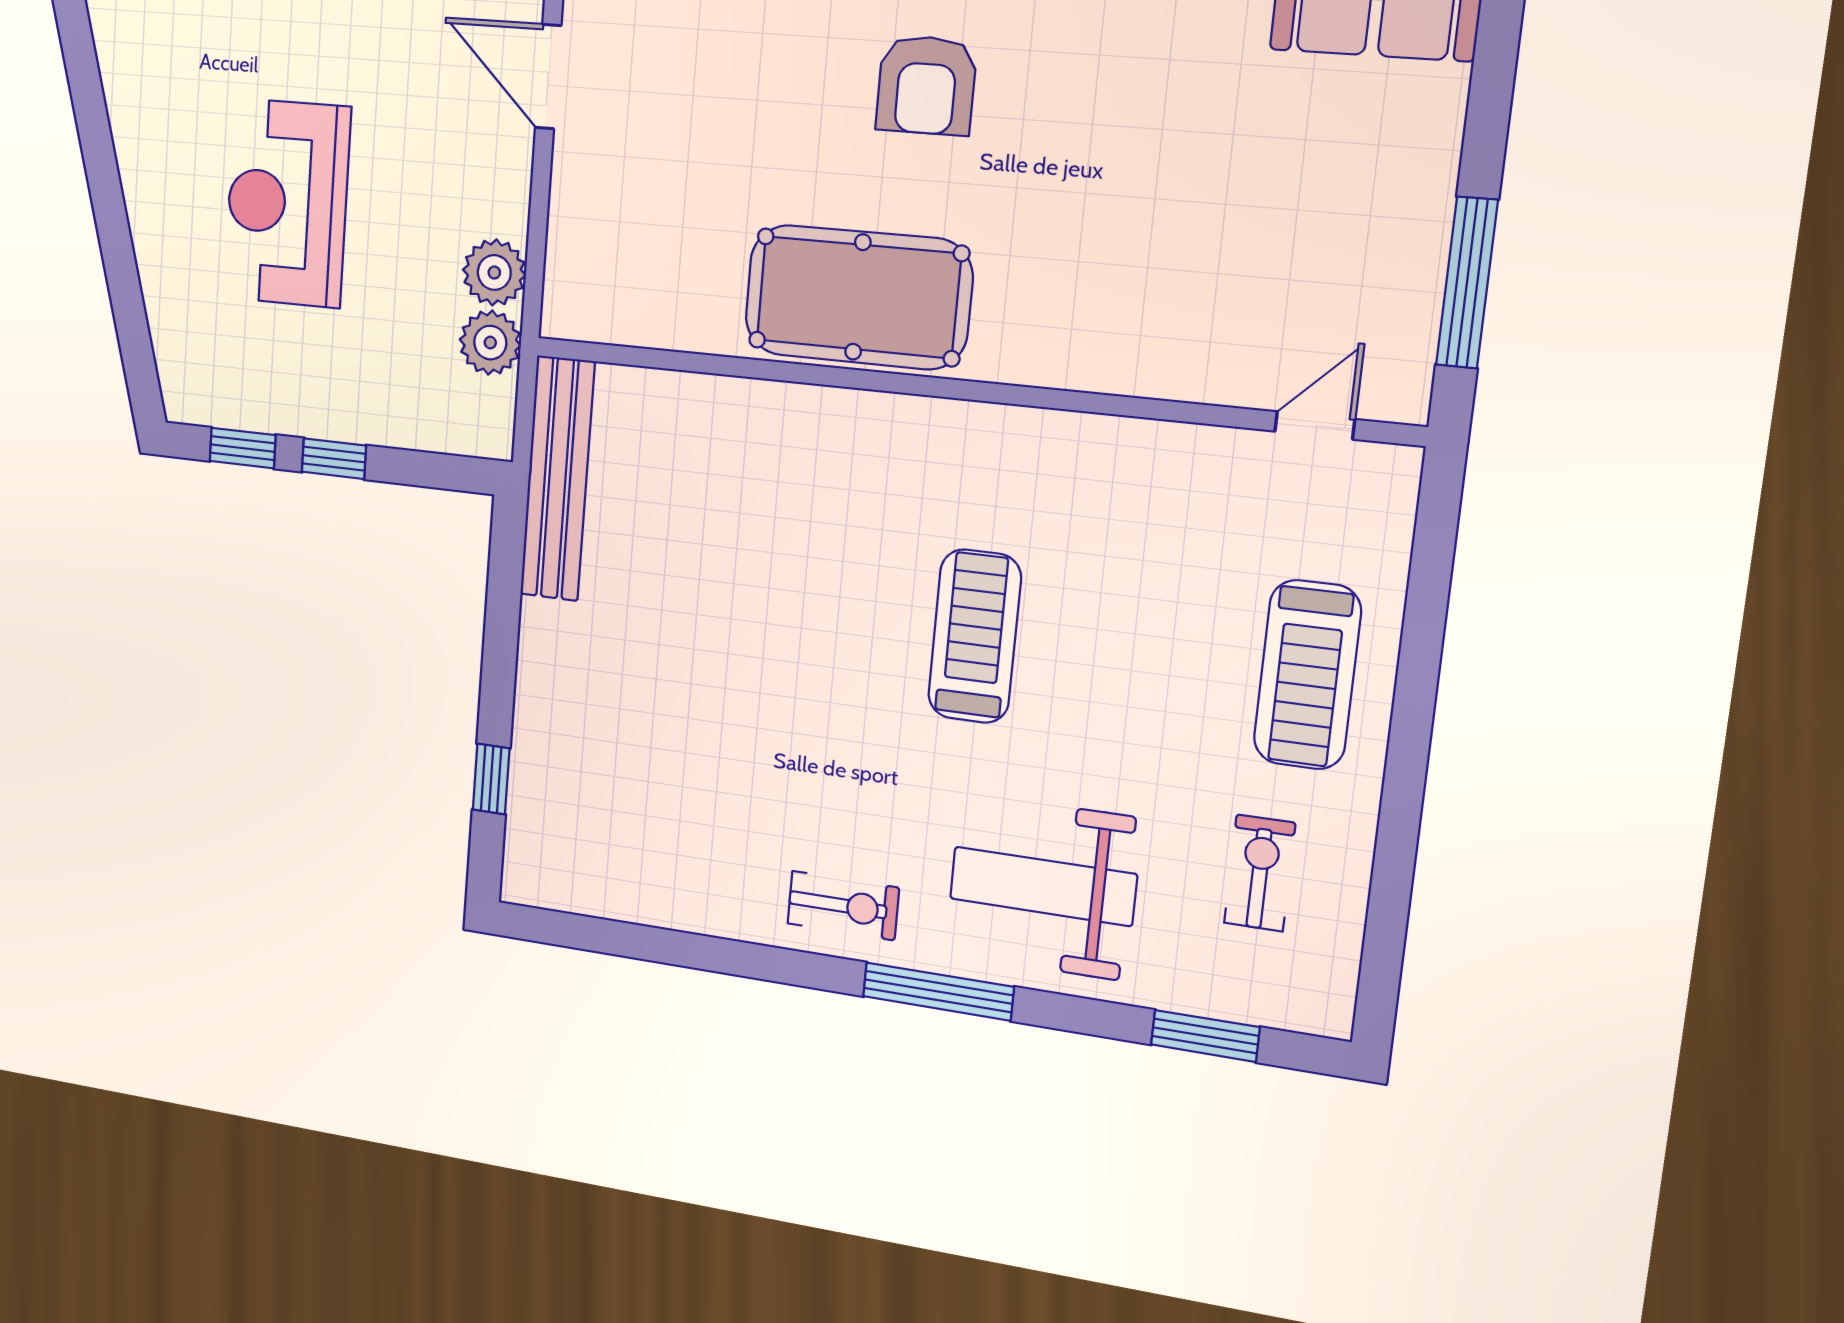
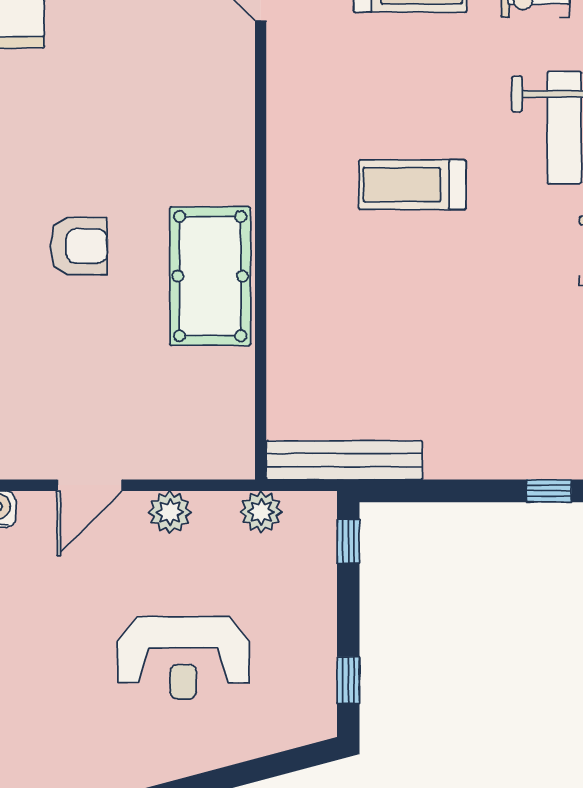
plant: (494, 272) -> (170, 512), moved
window: (334, 459) -> (348, 541), moved

